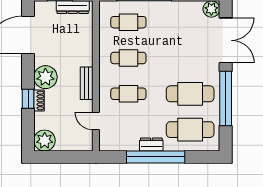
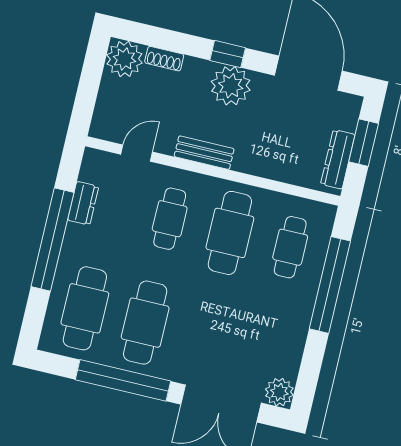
cafe table: (128, 58) -> (230, 233), width x1.37, depth x1.35
window: (28, 99) -> (228, 54), moved
shoe rack: (39, 100) -> (164, 59), moved
dresser: (151, 145) -> (83, 203), moved

